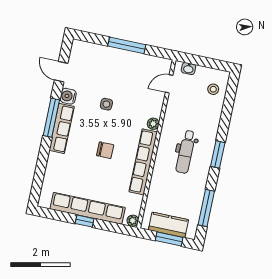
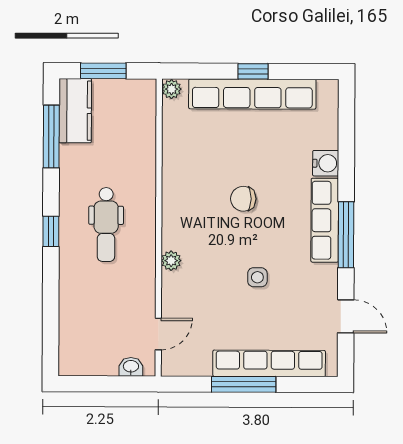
stool: (213, 89) -> (82, 340), removed
water cooler: (68, 96) -> (326, 163), moved
dental chair: (186, 152) -> (106, 225), turned 180
window: (218, 154) -> (51, 231), width x0.67
row of seats: (143, 162) -> (269, 363), moved, turned -90
kitchen counter: (168, 225) -> (75, 111), moved, turned -90

